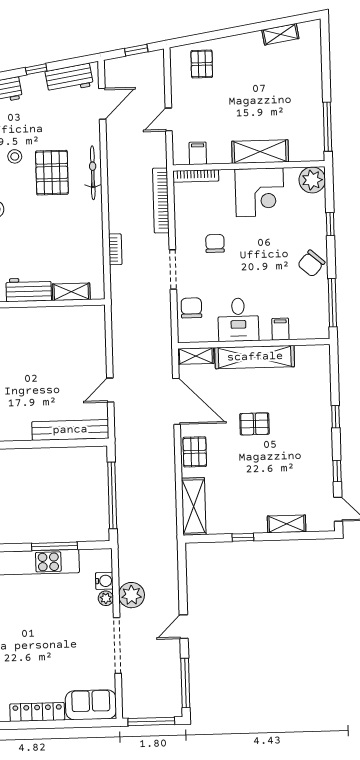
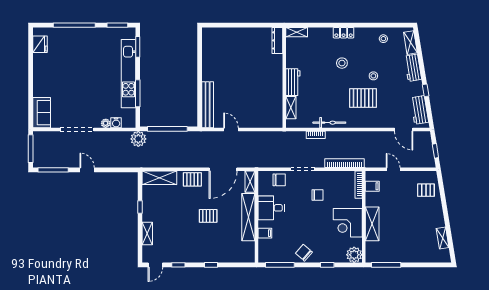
bicycle: (93, 173) -> (329, 123), moved
pallet: (254, 424) -> (208, 216), turned 90
plant: (132, 595) -> (138, 139), moved
locker: (37, 712) -> (38, 80), removed

